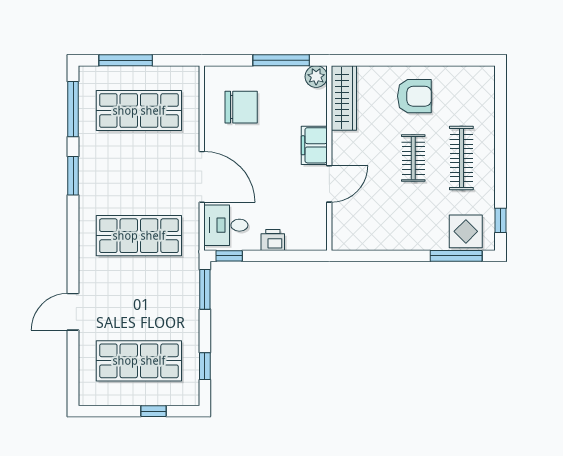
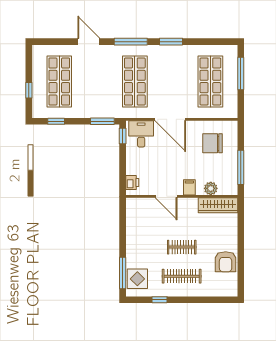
plant: (316, 77) -> (211, 188), moved
armchair: (414, 96) -> (226, 262), moved
chair: (241, 107) -> (212, 143), turned 90
window: (73, 109) -> (131, 42), moved
filing cabinet: (314, 145) -> (189, 187), width x0.50
door: (202, 177) -> (170, 119), hinge flipped
window: (500, 220) -> (160, 300), moved
printer: (273, 240) -> (132, 182), moved

